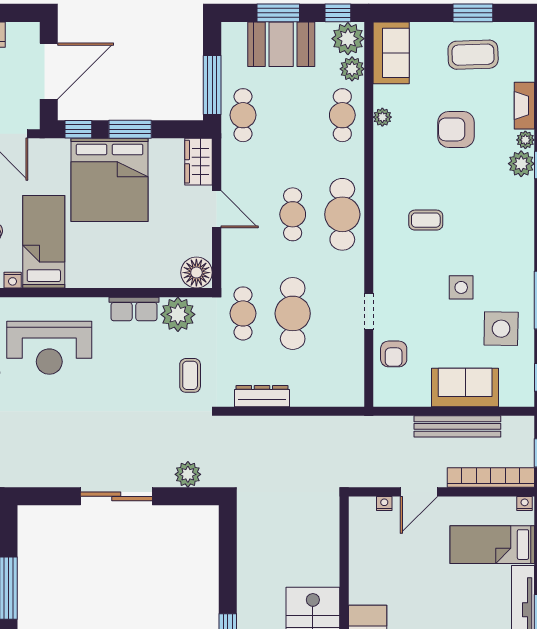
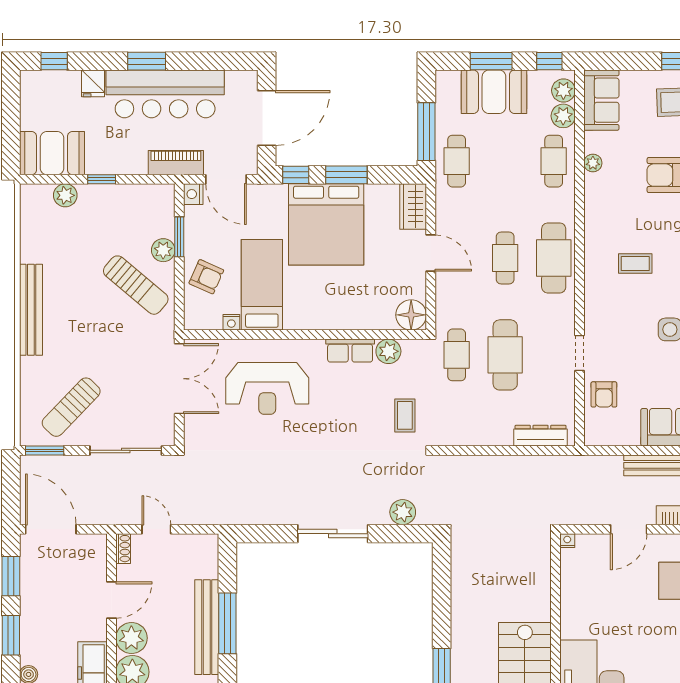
plant: (348, 39) -> (563, 90), width x0.73, depth x0.73
plant: (178, 314) -> (388, 351), width x0.73, depth x0.73
dresser: (262, 396) -> (541, 436), moved
nightstand: (384, 503) -> (567, 541), moved

